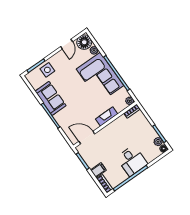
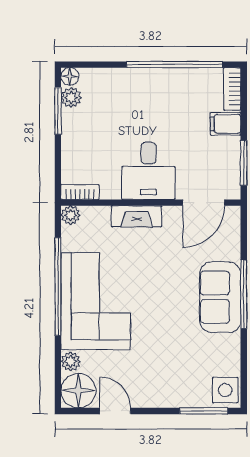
door: (67, 44) -> (115, 411), hinge flipped
side table: (47, 70) -> (225, 390), moved
sofa: (51, 98) -> (220, 297), moved
door: (87, 138) -> (204, 203), hinge flipped
desk: (132, 161) -> (148, 171), moved, turned 180

